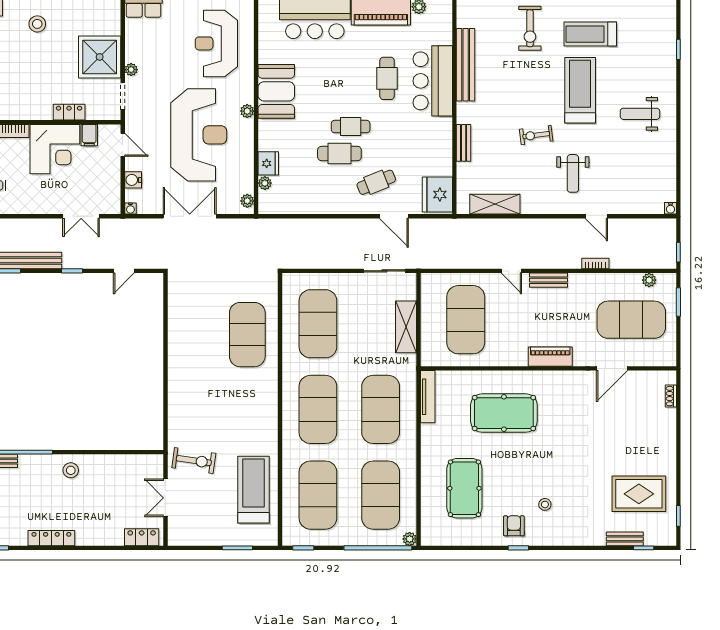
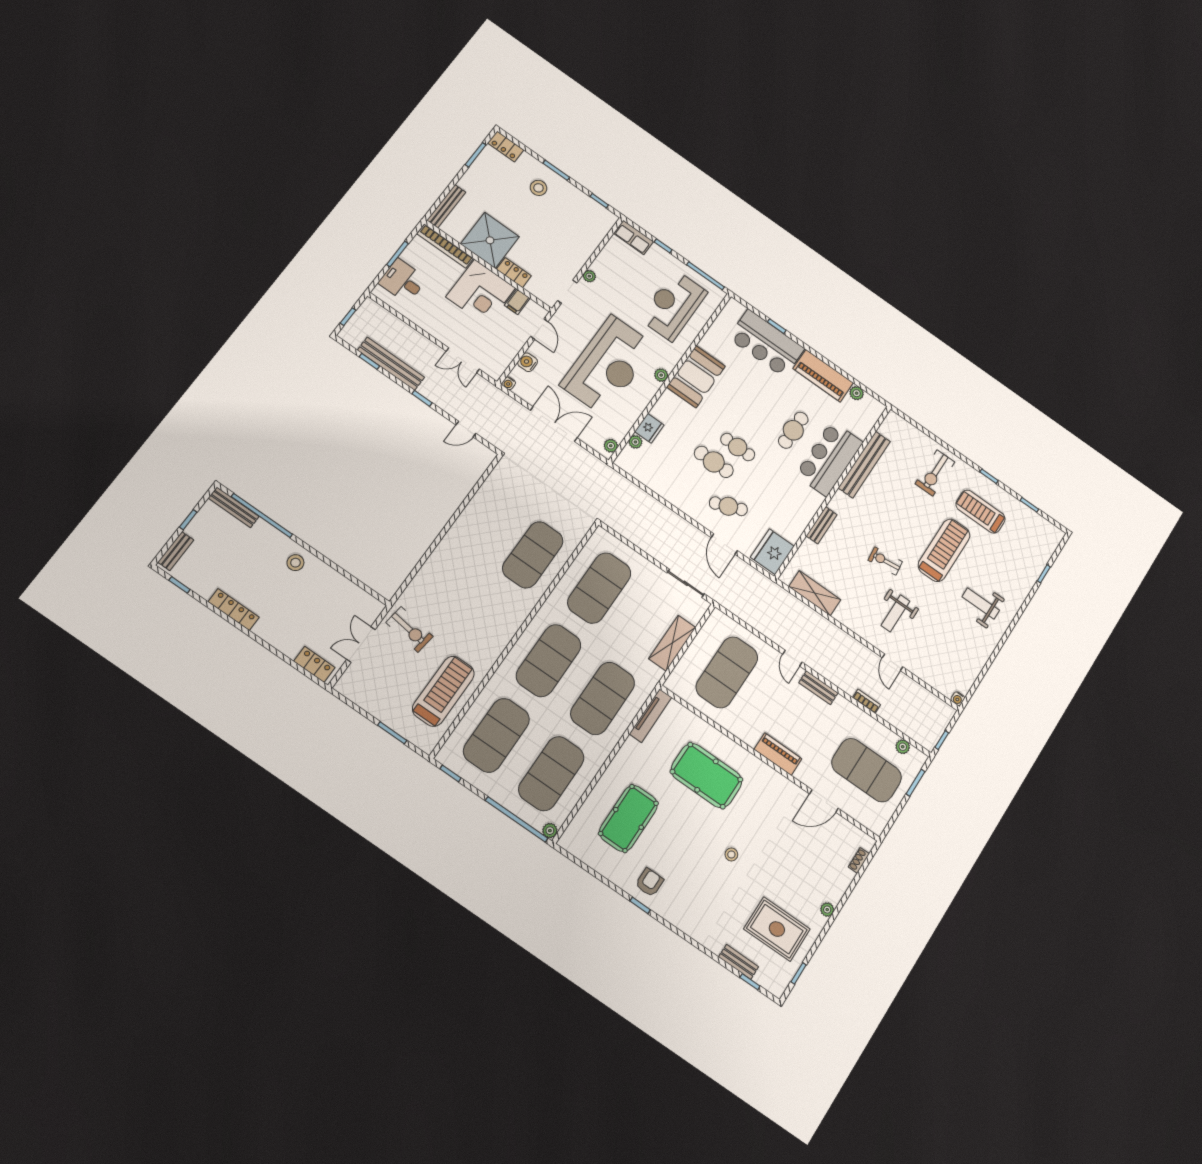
shower: (100, 57) -> (490, 240), moved
plant: (670, 452) -> (827, 910), added
stool: (545, 504) -> (731, 854), moved

